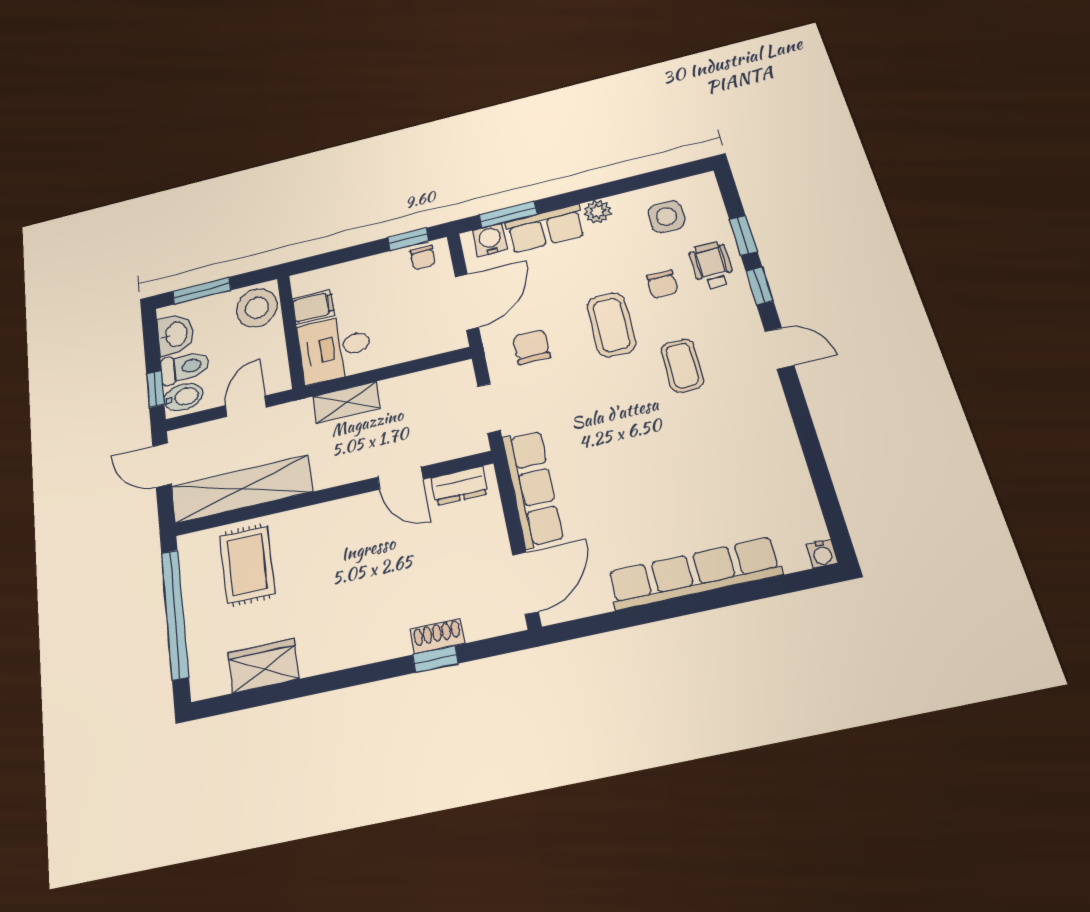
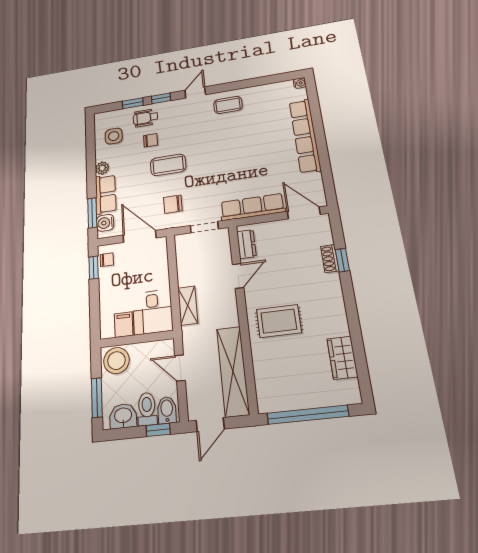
coffee table: (682, 366) -> (228, 105), moved
rug: (247, 565) -> (279, 321), moved

